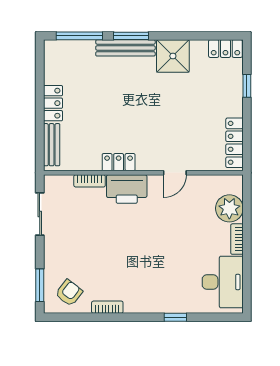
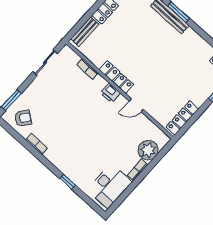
shower: (173, 56) -> (191, 43), removed
locker: (119, 162) -> (116, 77), width x1.53
printer: (127, 189) -> (110, 93), width x0.53, depth x0.68

